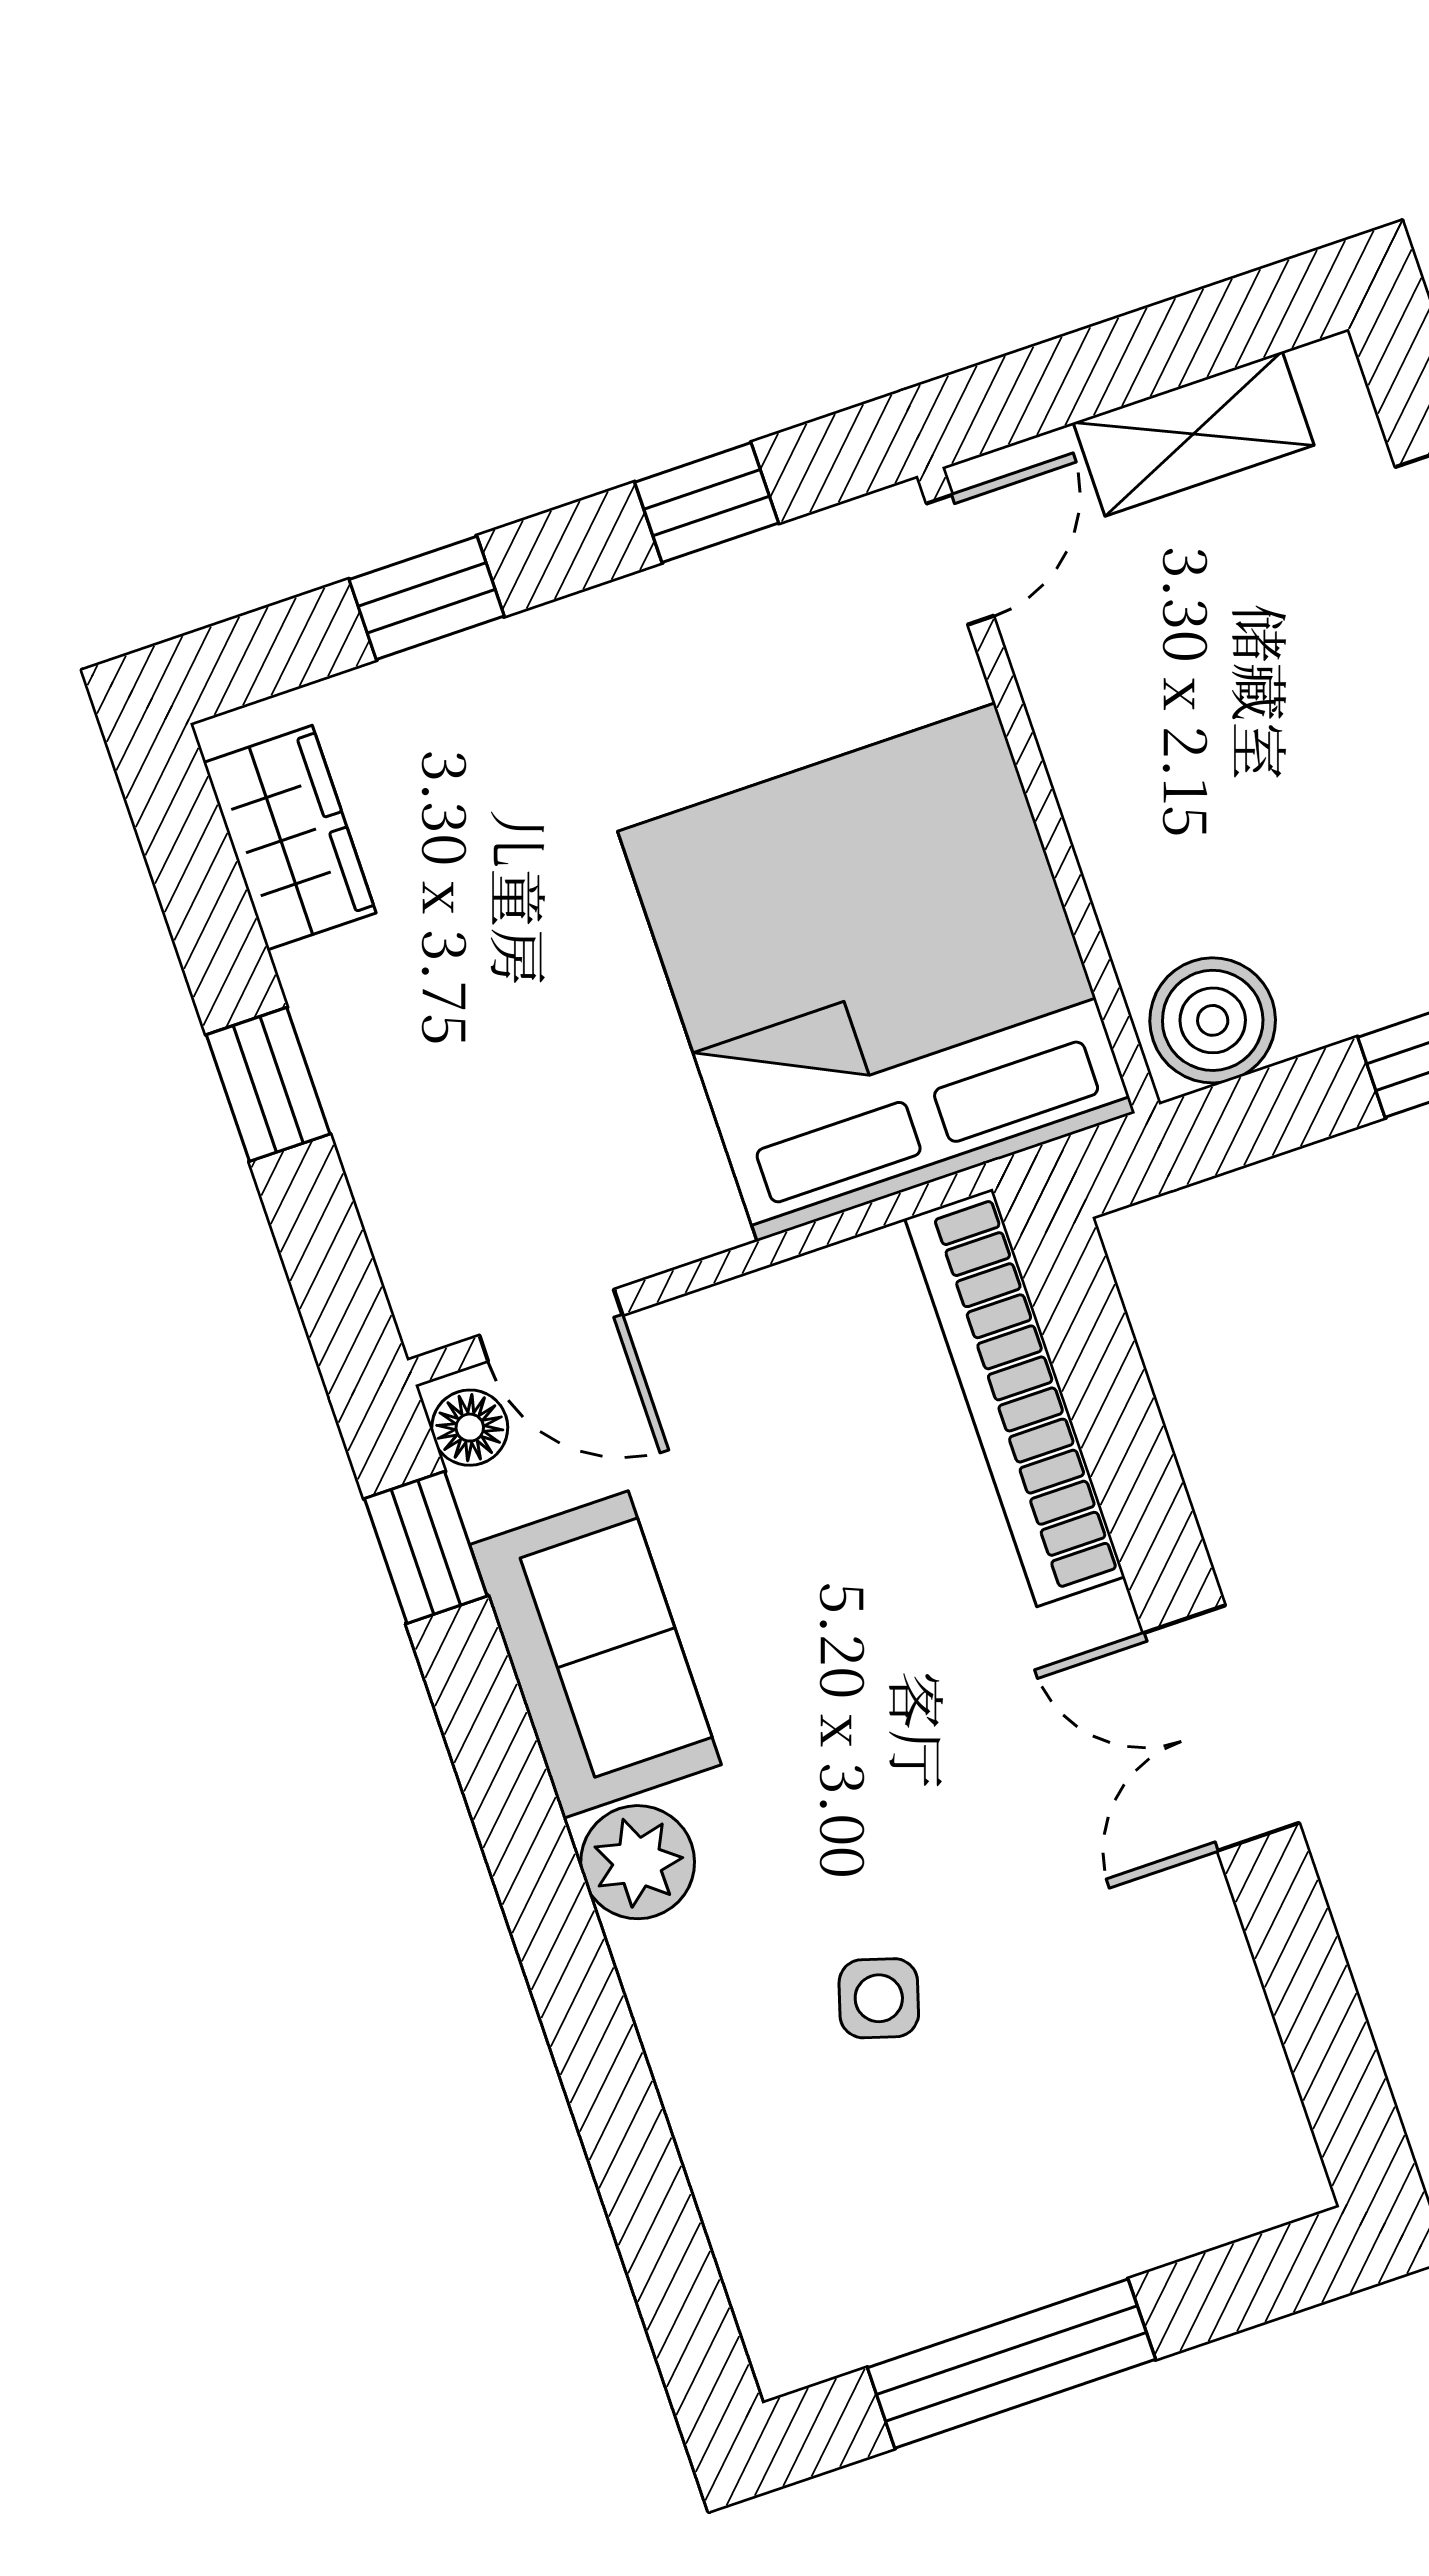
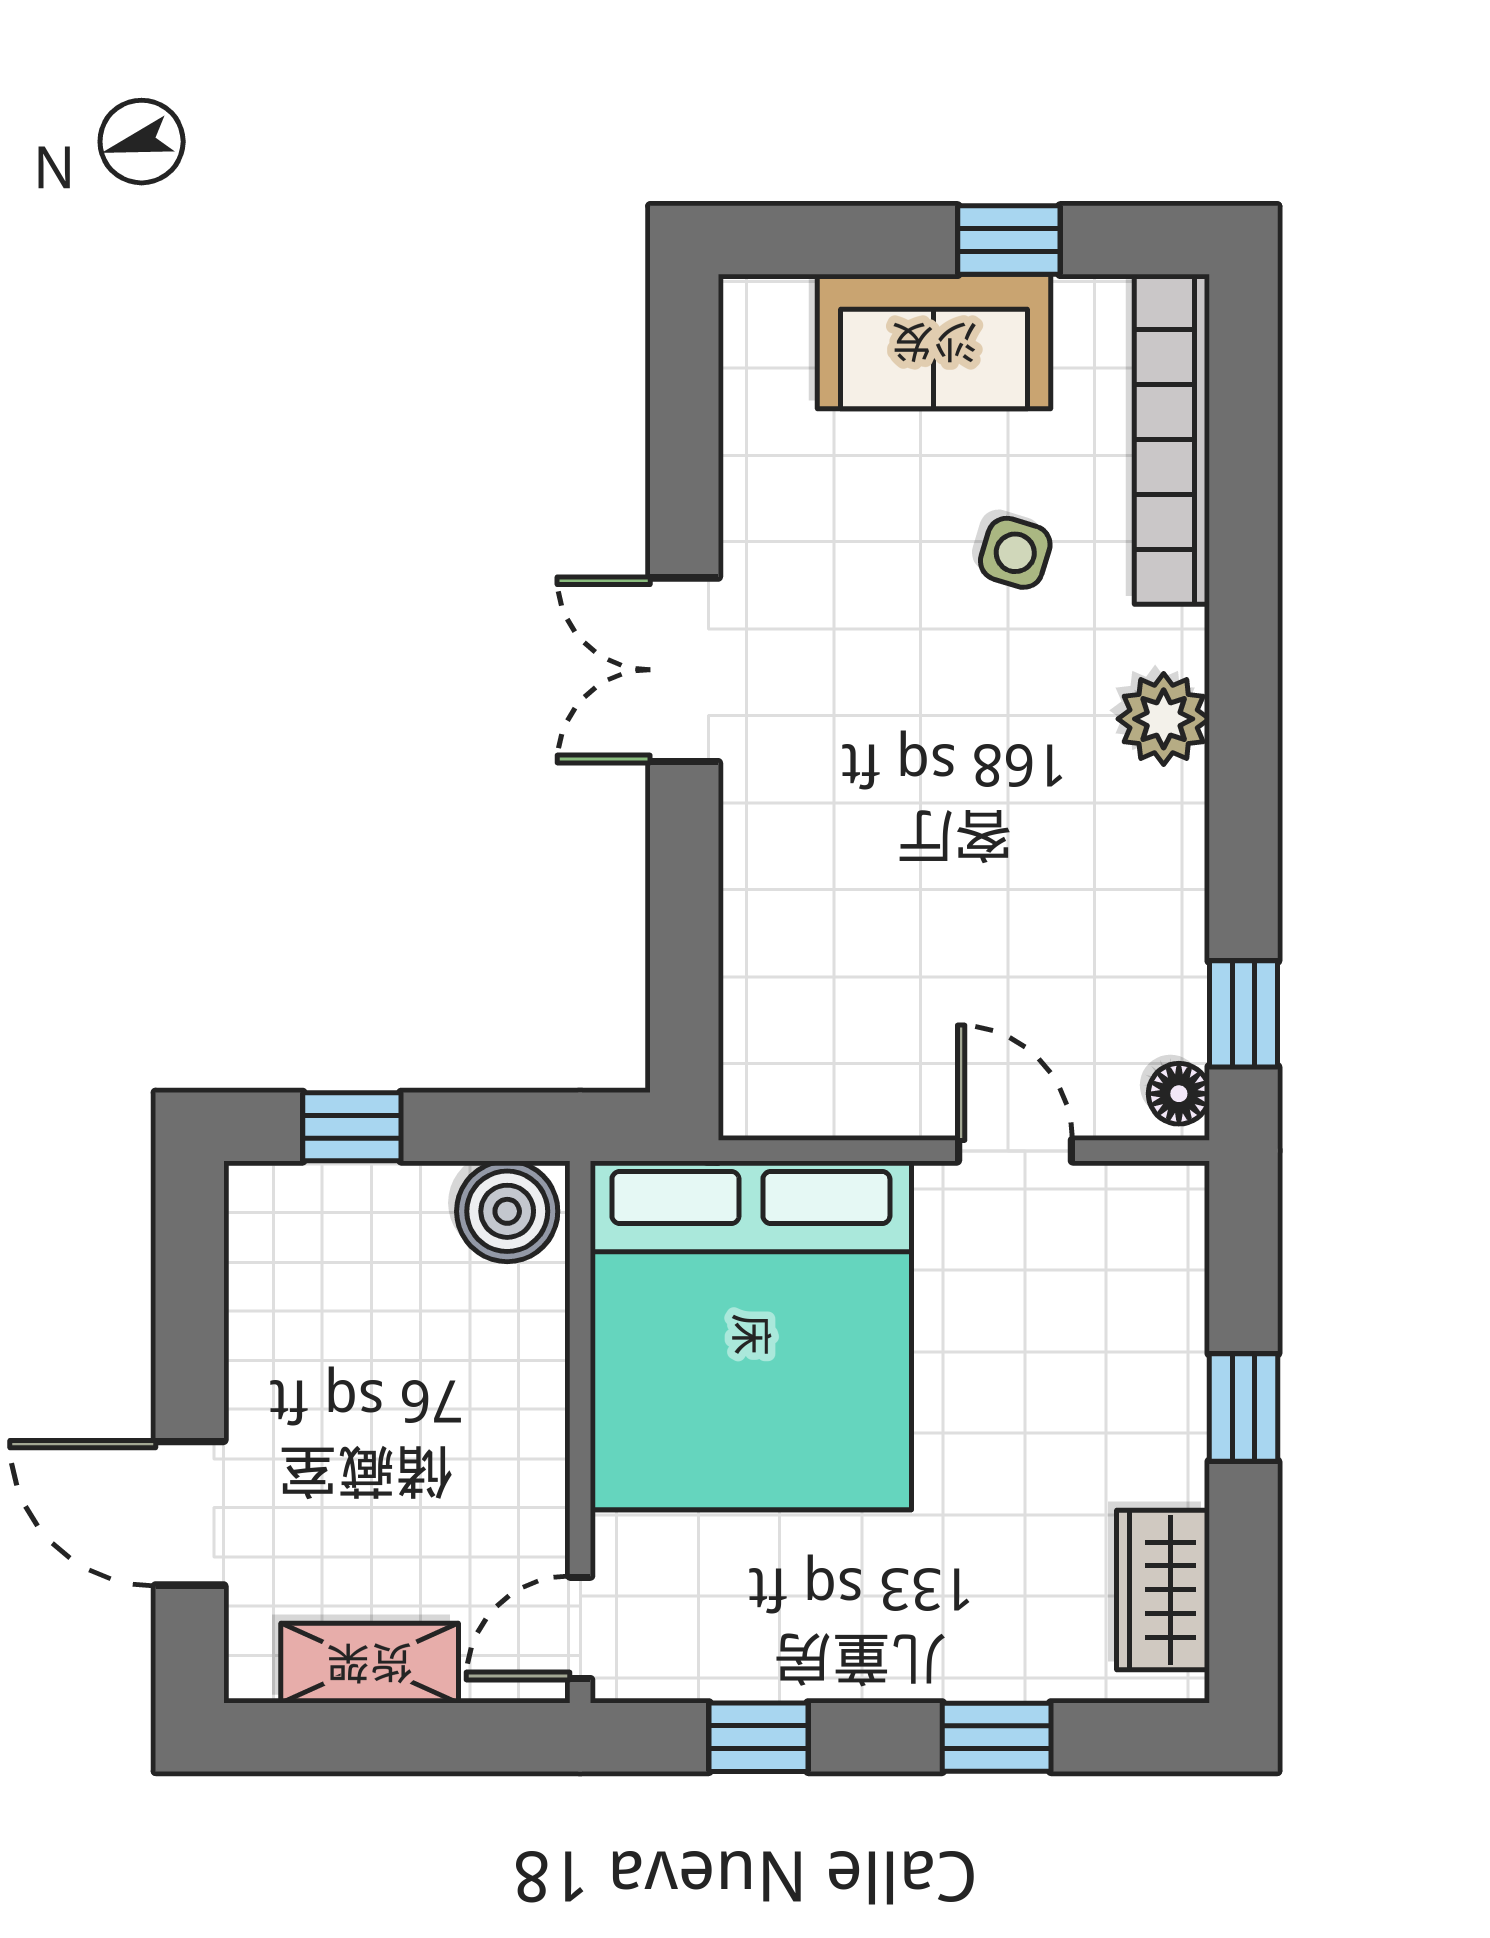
door: (551, 1325) -> (1015, 1151), moved
bookcase: (1015, 1398) -> (1172, 439), moved, turned 180
sofa: (596, 1655) -> (934, 342), moved, turned -90
double door: (1221, 1728) -> (684, 670), swing flipped
window: (1011, 2364) -> (1009, 240), width x0.46

